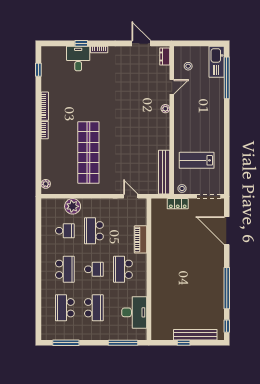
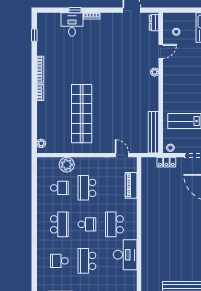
piano: (141, 239) -> (131, 185), moved
school desk: (65, 308) -> (59, 261), width x0.54
school desk: (94, 308) -> (87, 261), turned 180
desk: (134, 312) -> (125, 255), moved

